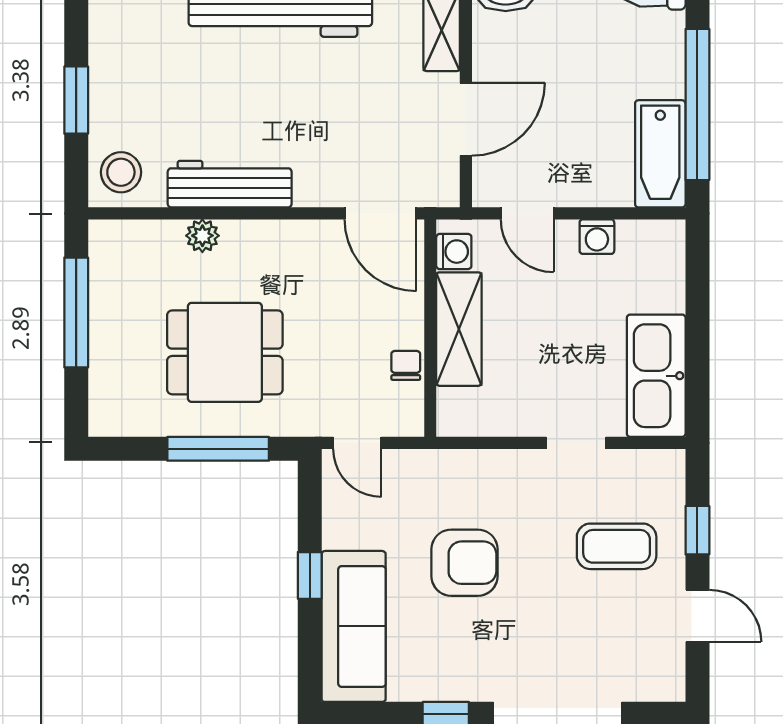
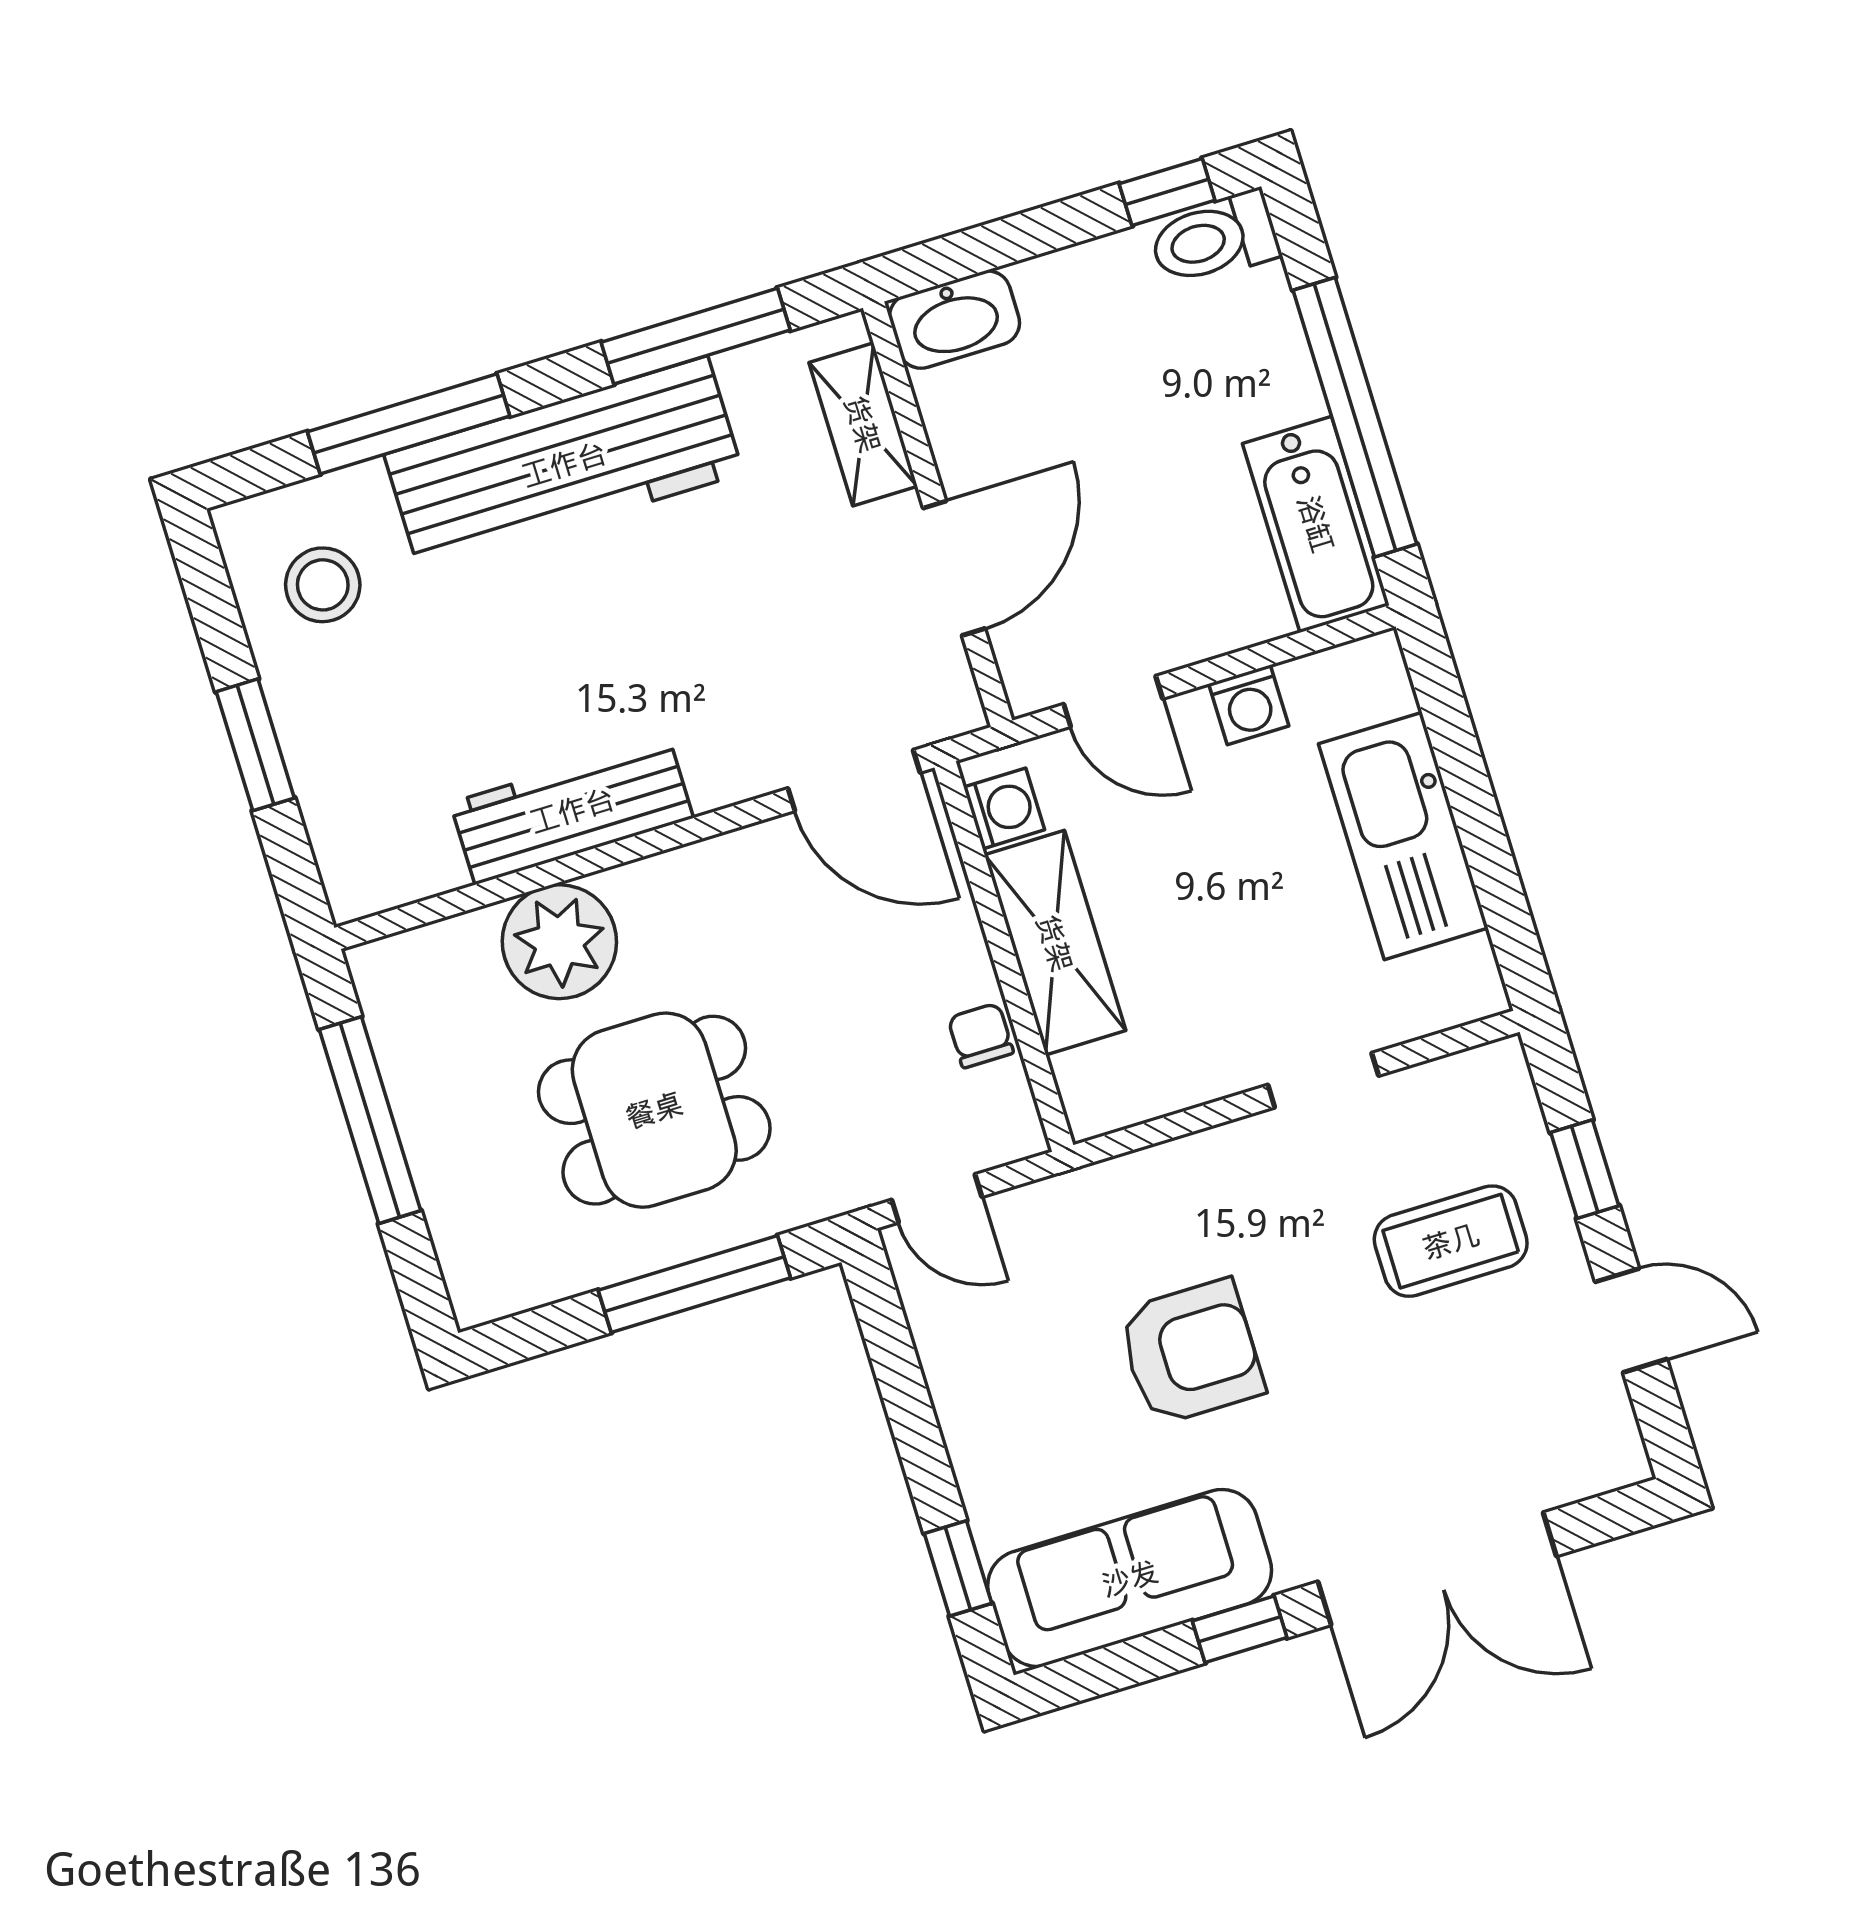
stool: (121, 172) -> (323, 585), moved
plant: (202, 236) -> (559, 942), width x1.87, depth x1.87
kitchen sink: (656, 376) -> (1403, 836), moved
window: (310, 575) -> (958, 1568), moved
sofa: (354, 626) -> (1130, 1578), moved, turned -90

